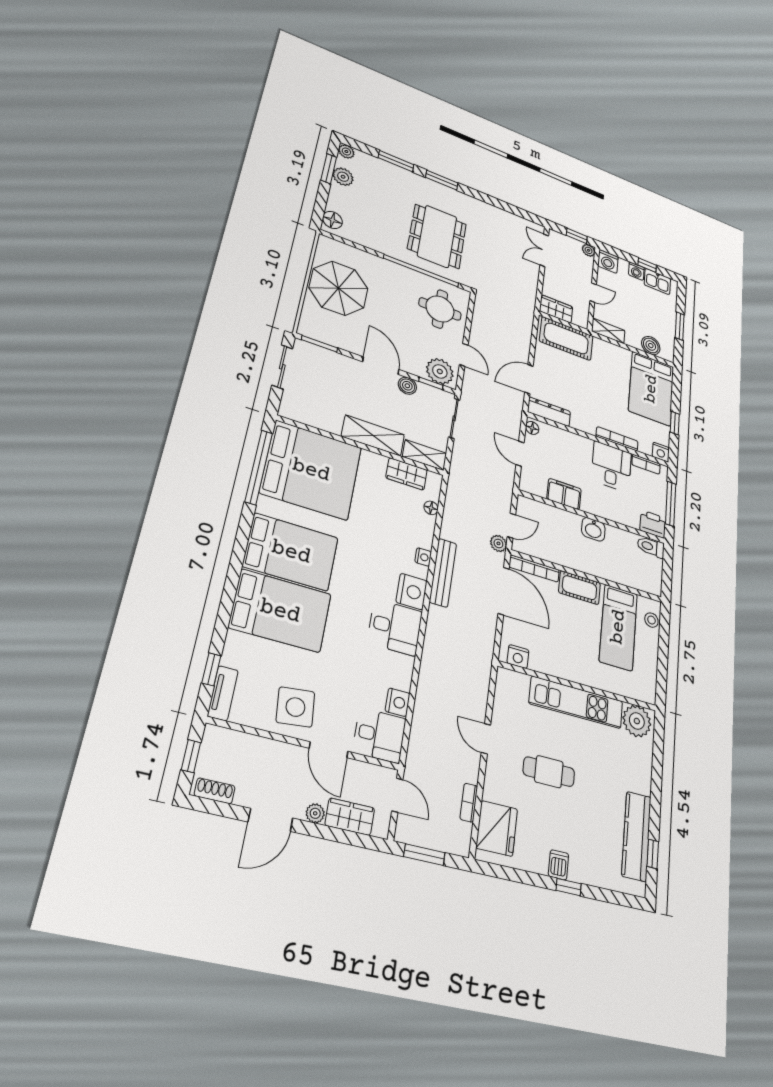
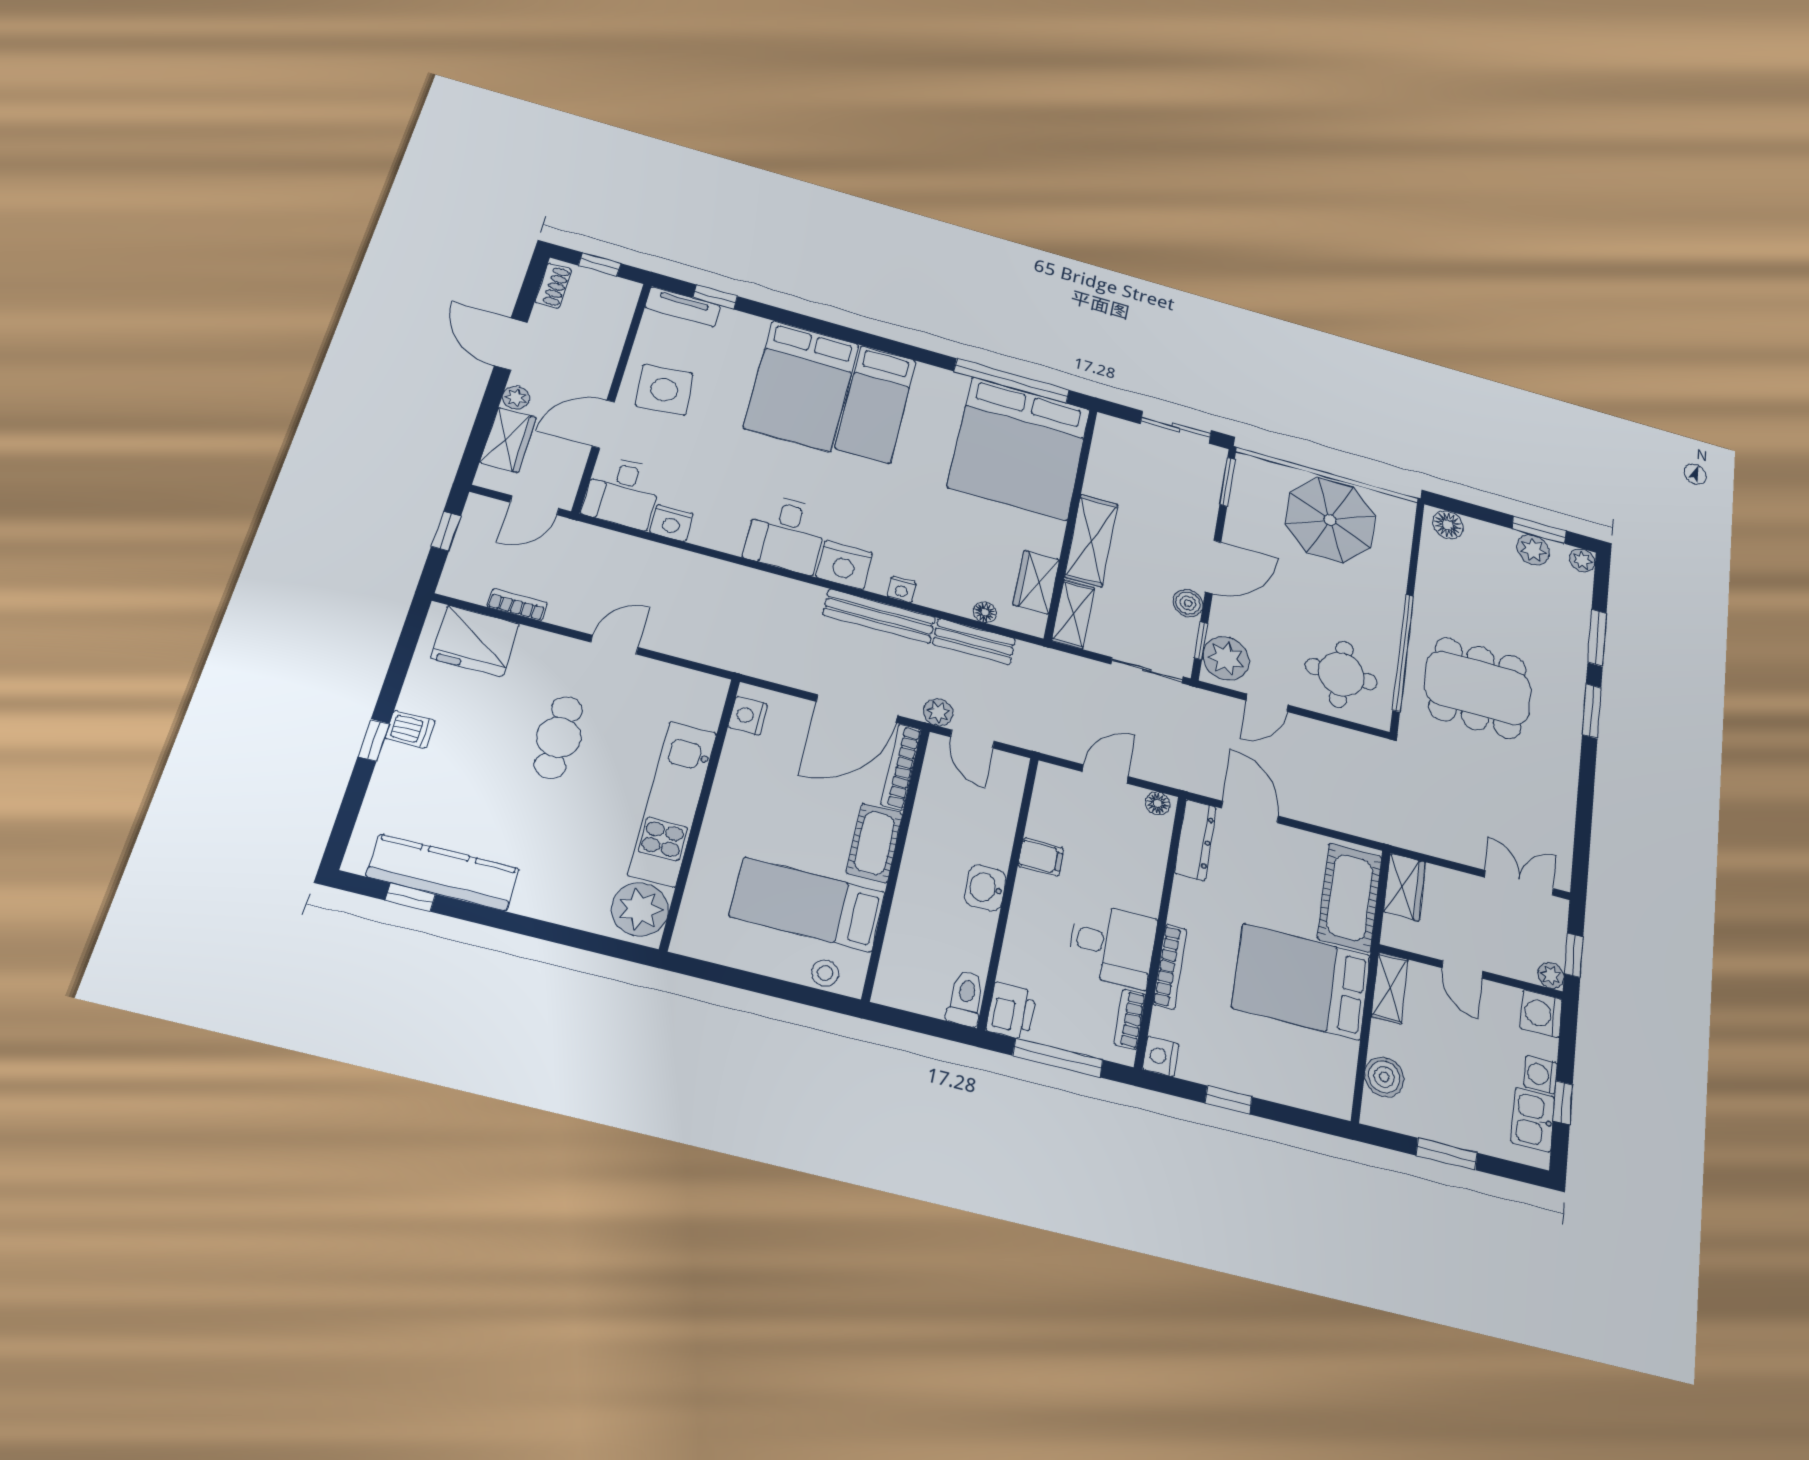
bed: (651, 389) -> (1301, 981), moved
filing cabinet: (564, 494) -> (1041, 857), width x0.50
bench: (451, 517) -> (974, 642), added
bed: (291, 552) -> (876, 404), width x0.67
window: (424, 855) -> (446, 531), width x0.67

